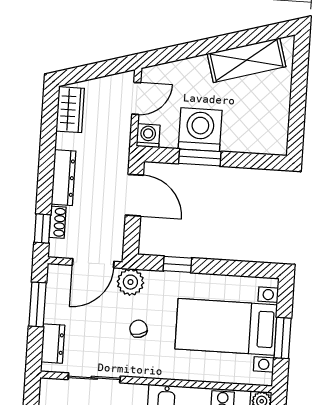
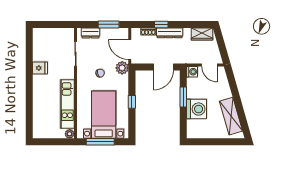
washing machine: (200, 130) -> (197, 109), moved
window: (42, 229) -> (161, 24), moved
window: (177, 264) -> (132, 102), moved
window: (283, 338) -> (100, 142), width x1.44

